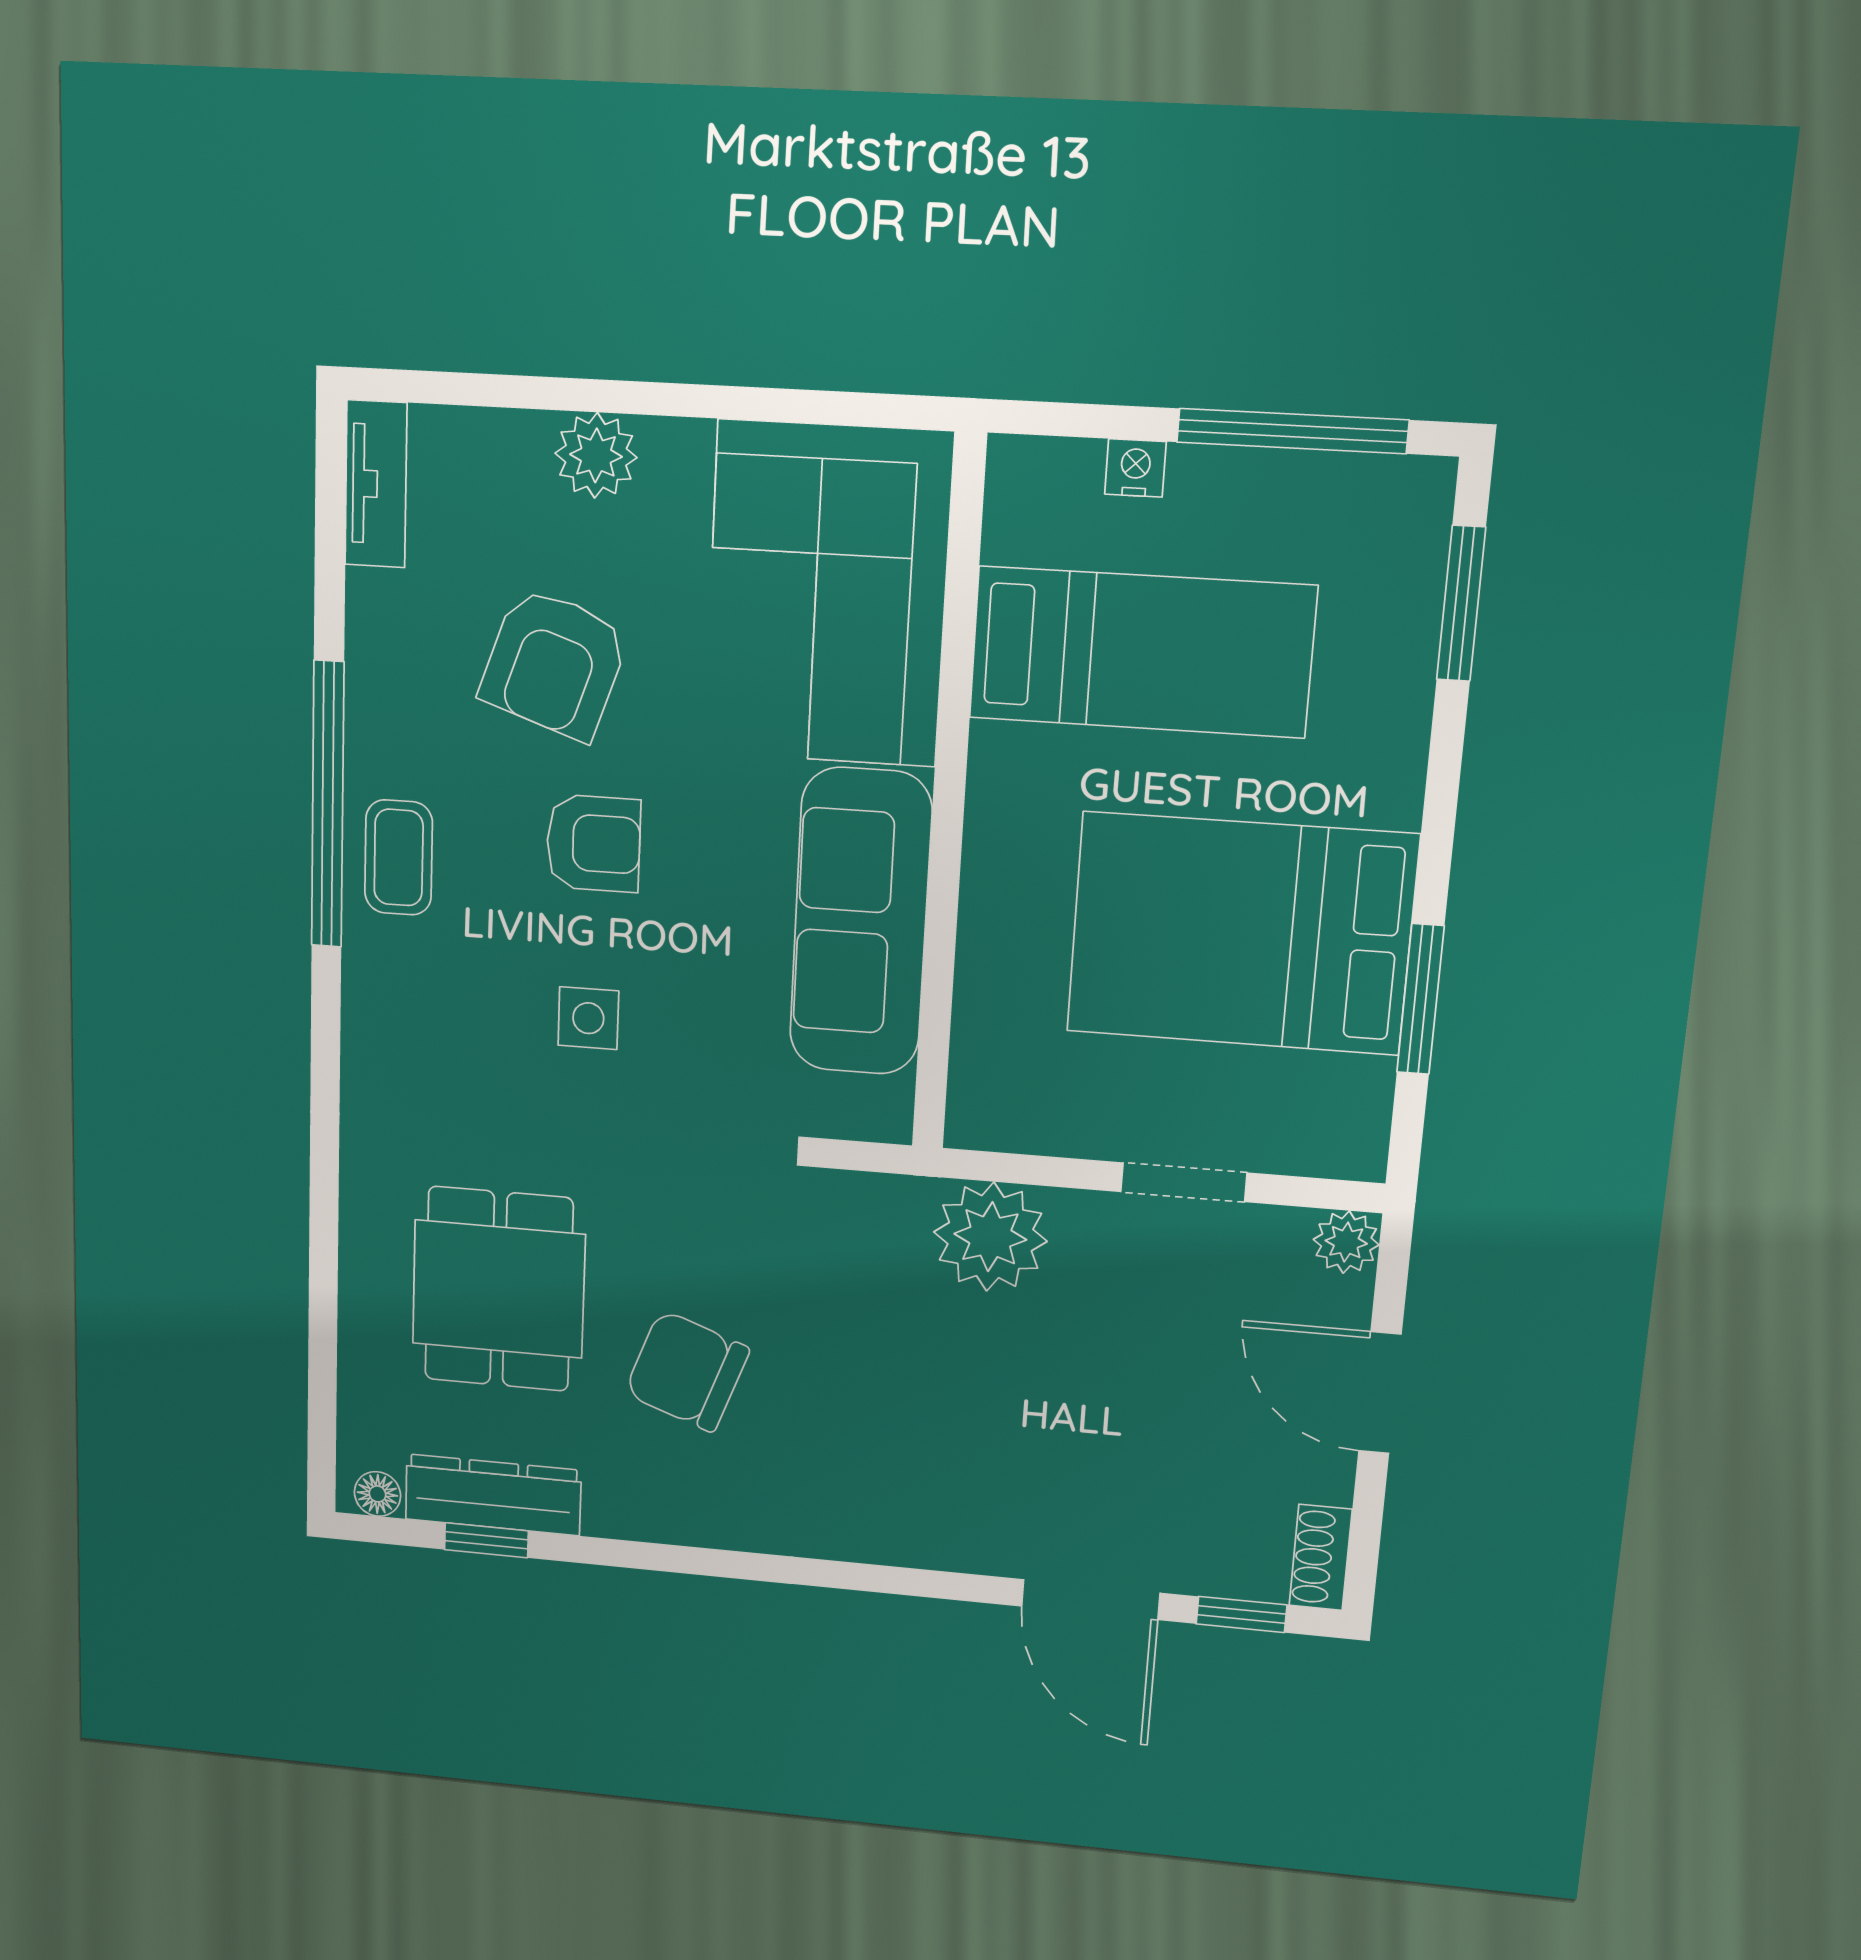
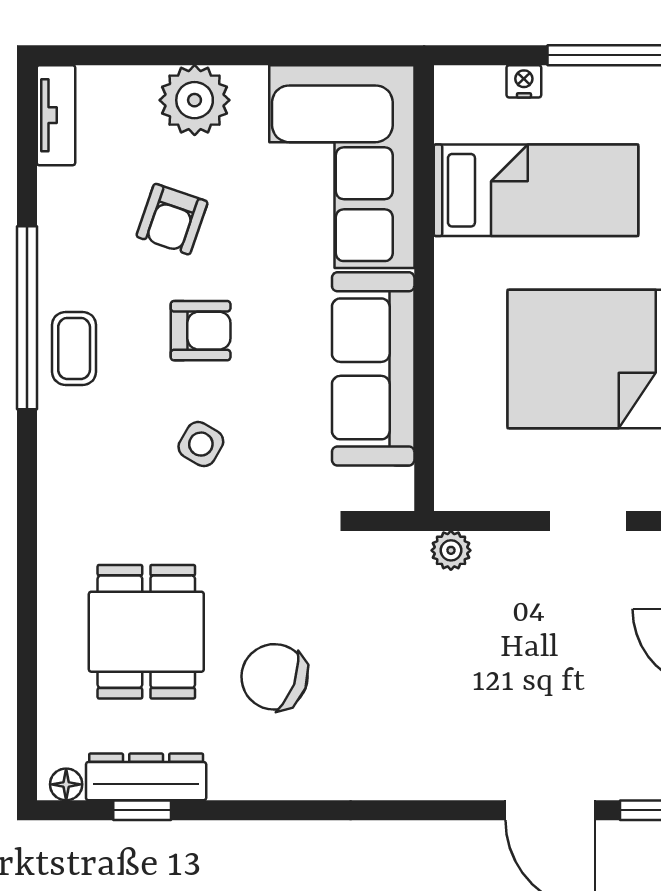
plant: (596, 455) -> (195, 100), width x1.36, depth x1.36
armchair: (554, 664) -> (172, 219), width x0.72, depth x0.72
side table: (588, 1018) -> (201, 444), turned 30
plant: (990, 1237) -> (451, 550), width x0.53, depth x0.53

